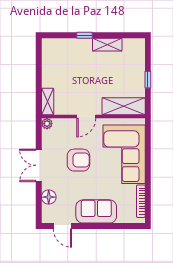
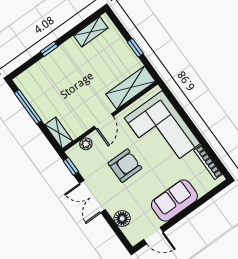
shelving: (107, 45) -> (91, 32), moved
window: (39, 66) -> (28, 107), added
plant: (47, 124) -> (86, 144), moved
window: (39, 132) -> (71, 166), added

